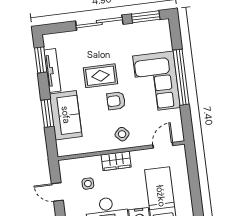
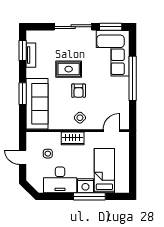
tv unit: (52, 71) -> (31, 55), width x0.71
corner sofa: (157, 82) -> (113, 53), moved
armchair: (116, 101) -> (79, 91), turned -90
sofa: (66, 115) -> (37, 104), width x1.36

